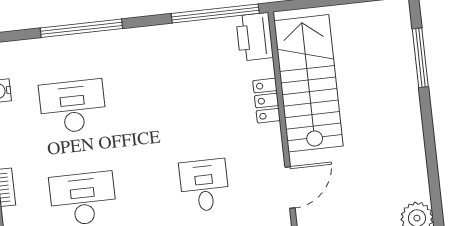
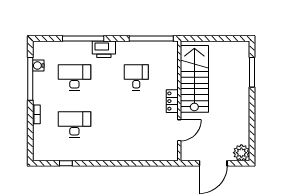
printer: (254, 37) -> (104, 49), moved, turned -90
locker: (267, 101) -> (172, 101), moved
desk: (204, 185) -> (136, 77), moved

